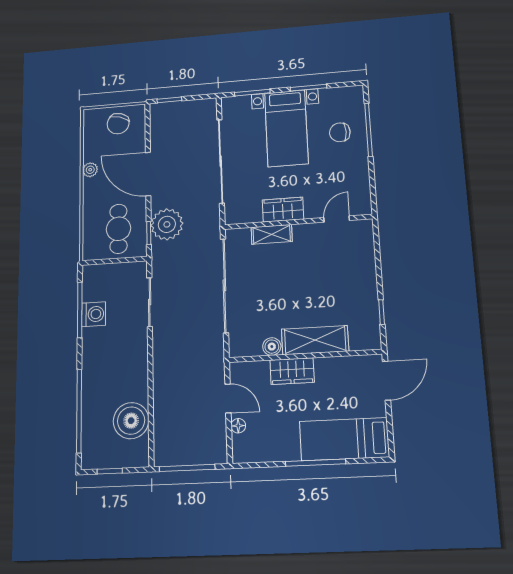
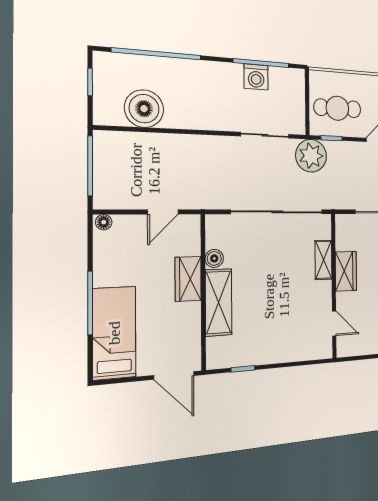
plant: (167, 224) -> (311, 156), moved
floor lamp: (238, 426) -> (104, 222), moved

